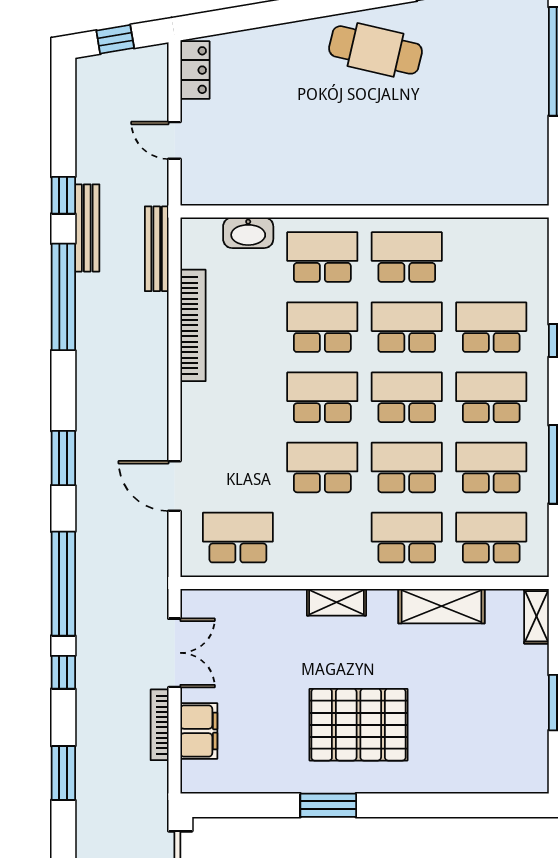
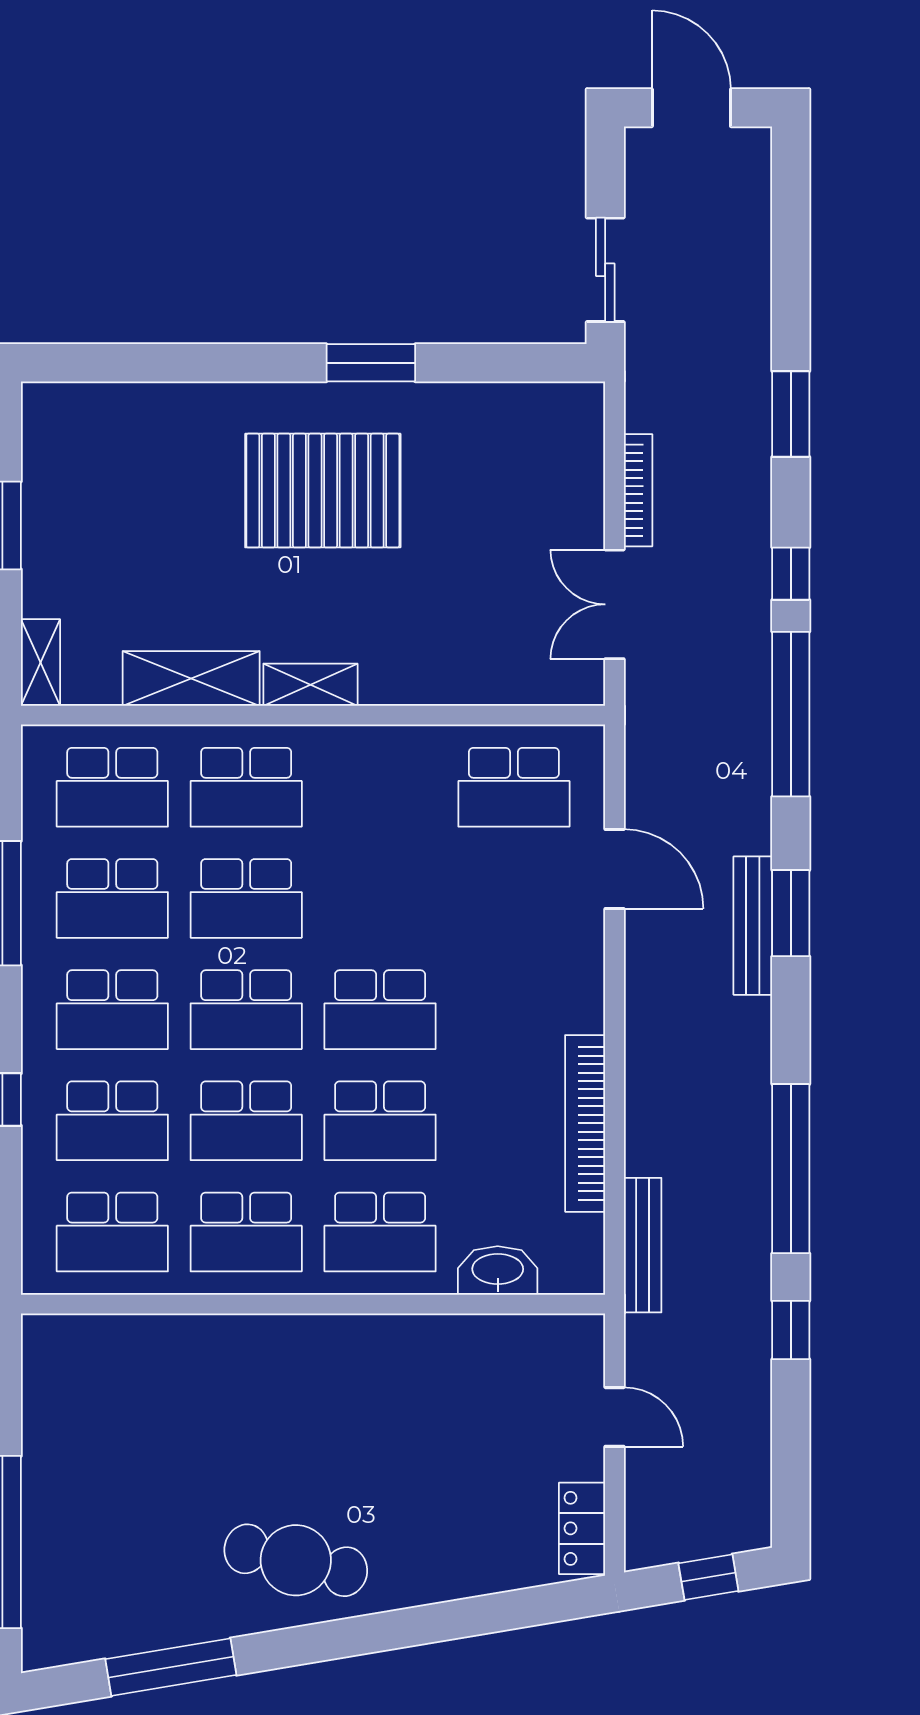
bench: (87, 228) -> (753, 926), moved
school desk: (322, 467) -> (112, 1232), moved
shelving: (337, 602) -> (310, 685), moved
filing cabinet: (199, 731) -> (576, 480), removed

